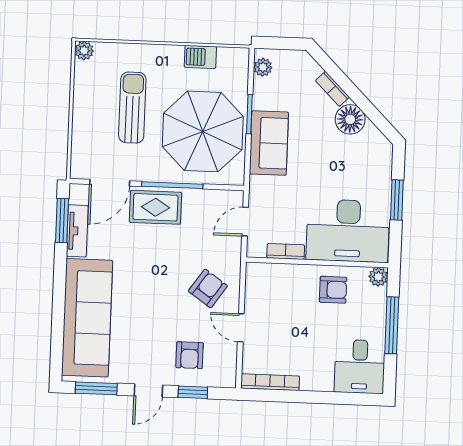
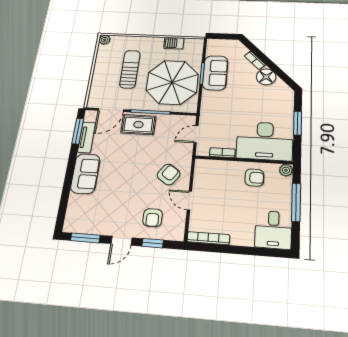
plant: (263, 67) -> (212, 49), removed
sofa: (269, 143) -> (215, 73), moved
sofa: (87, 318) -> (85, 174), width x0.54, depth x0.79

